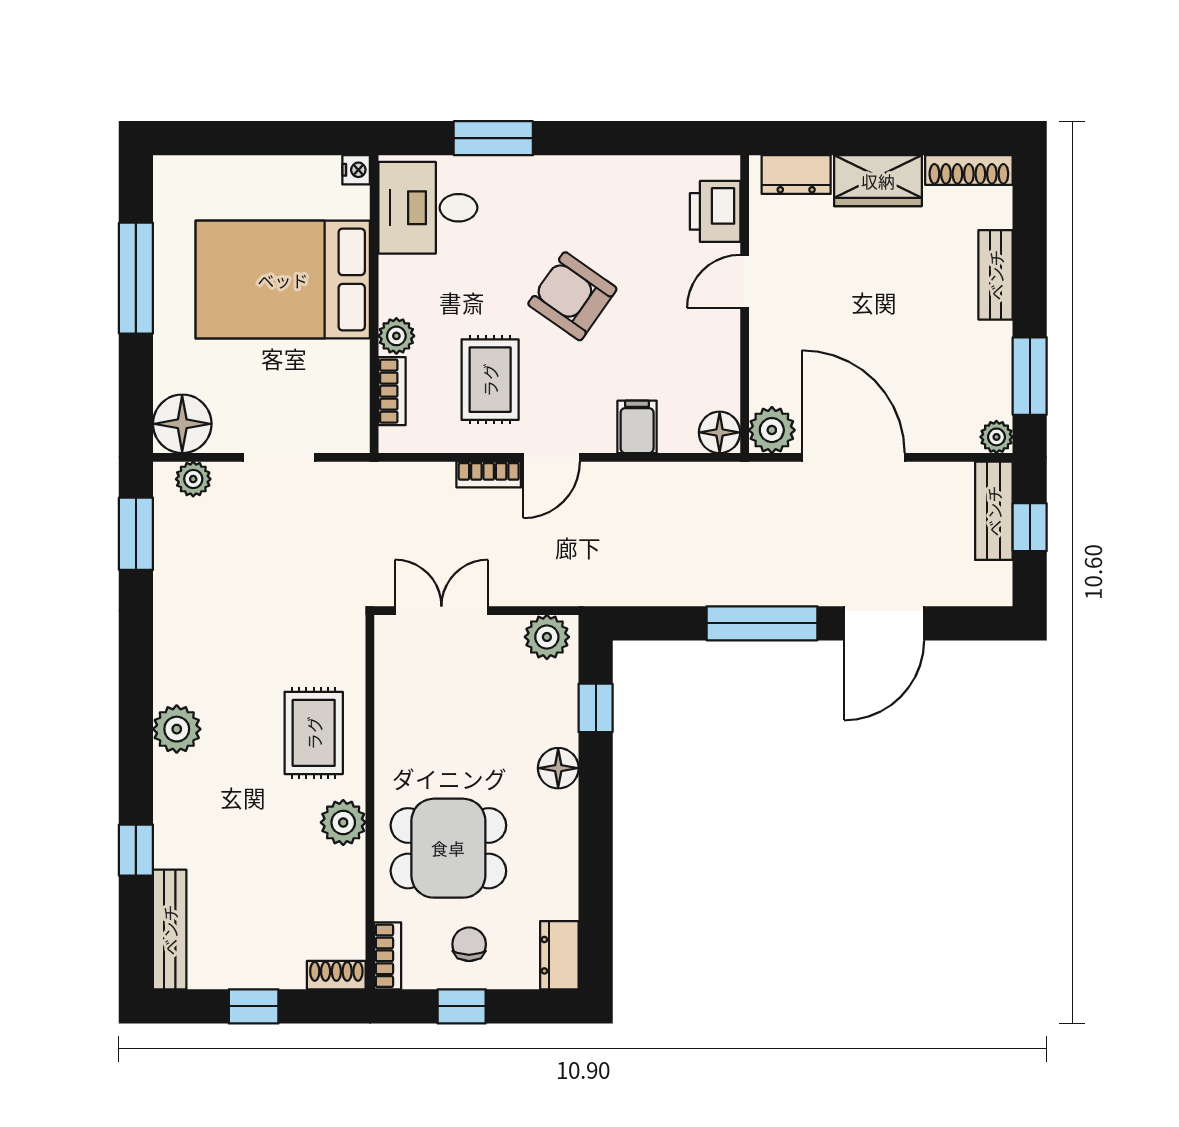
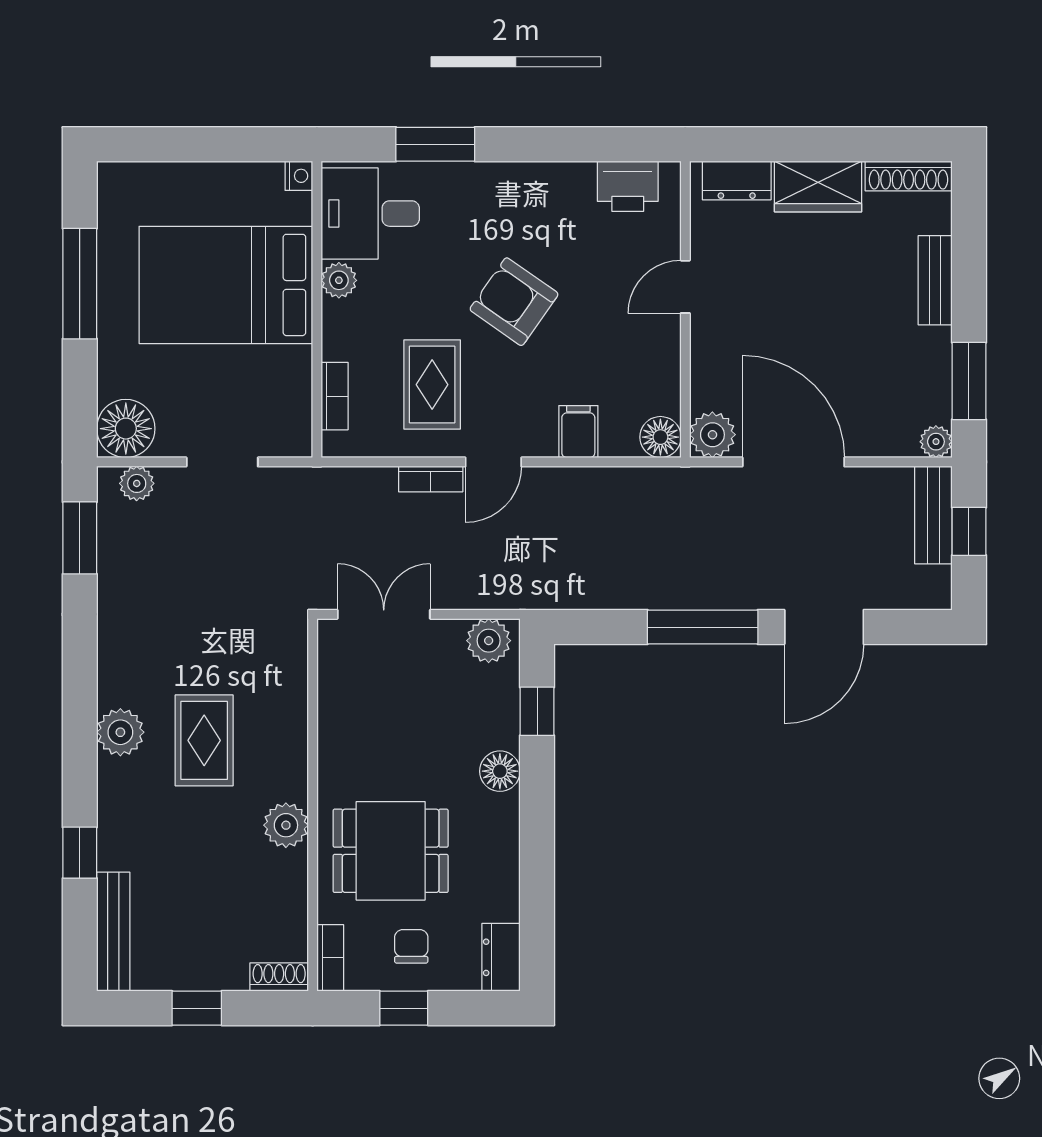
printer: (715, 211) -> (628, 186), moved, turned -90
plant: (396, 336) -> (339, 280), moved
rug: (314, 733) -> (204, 740), moved

